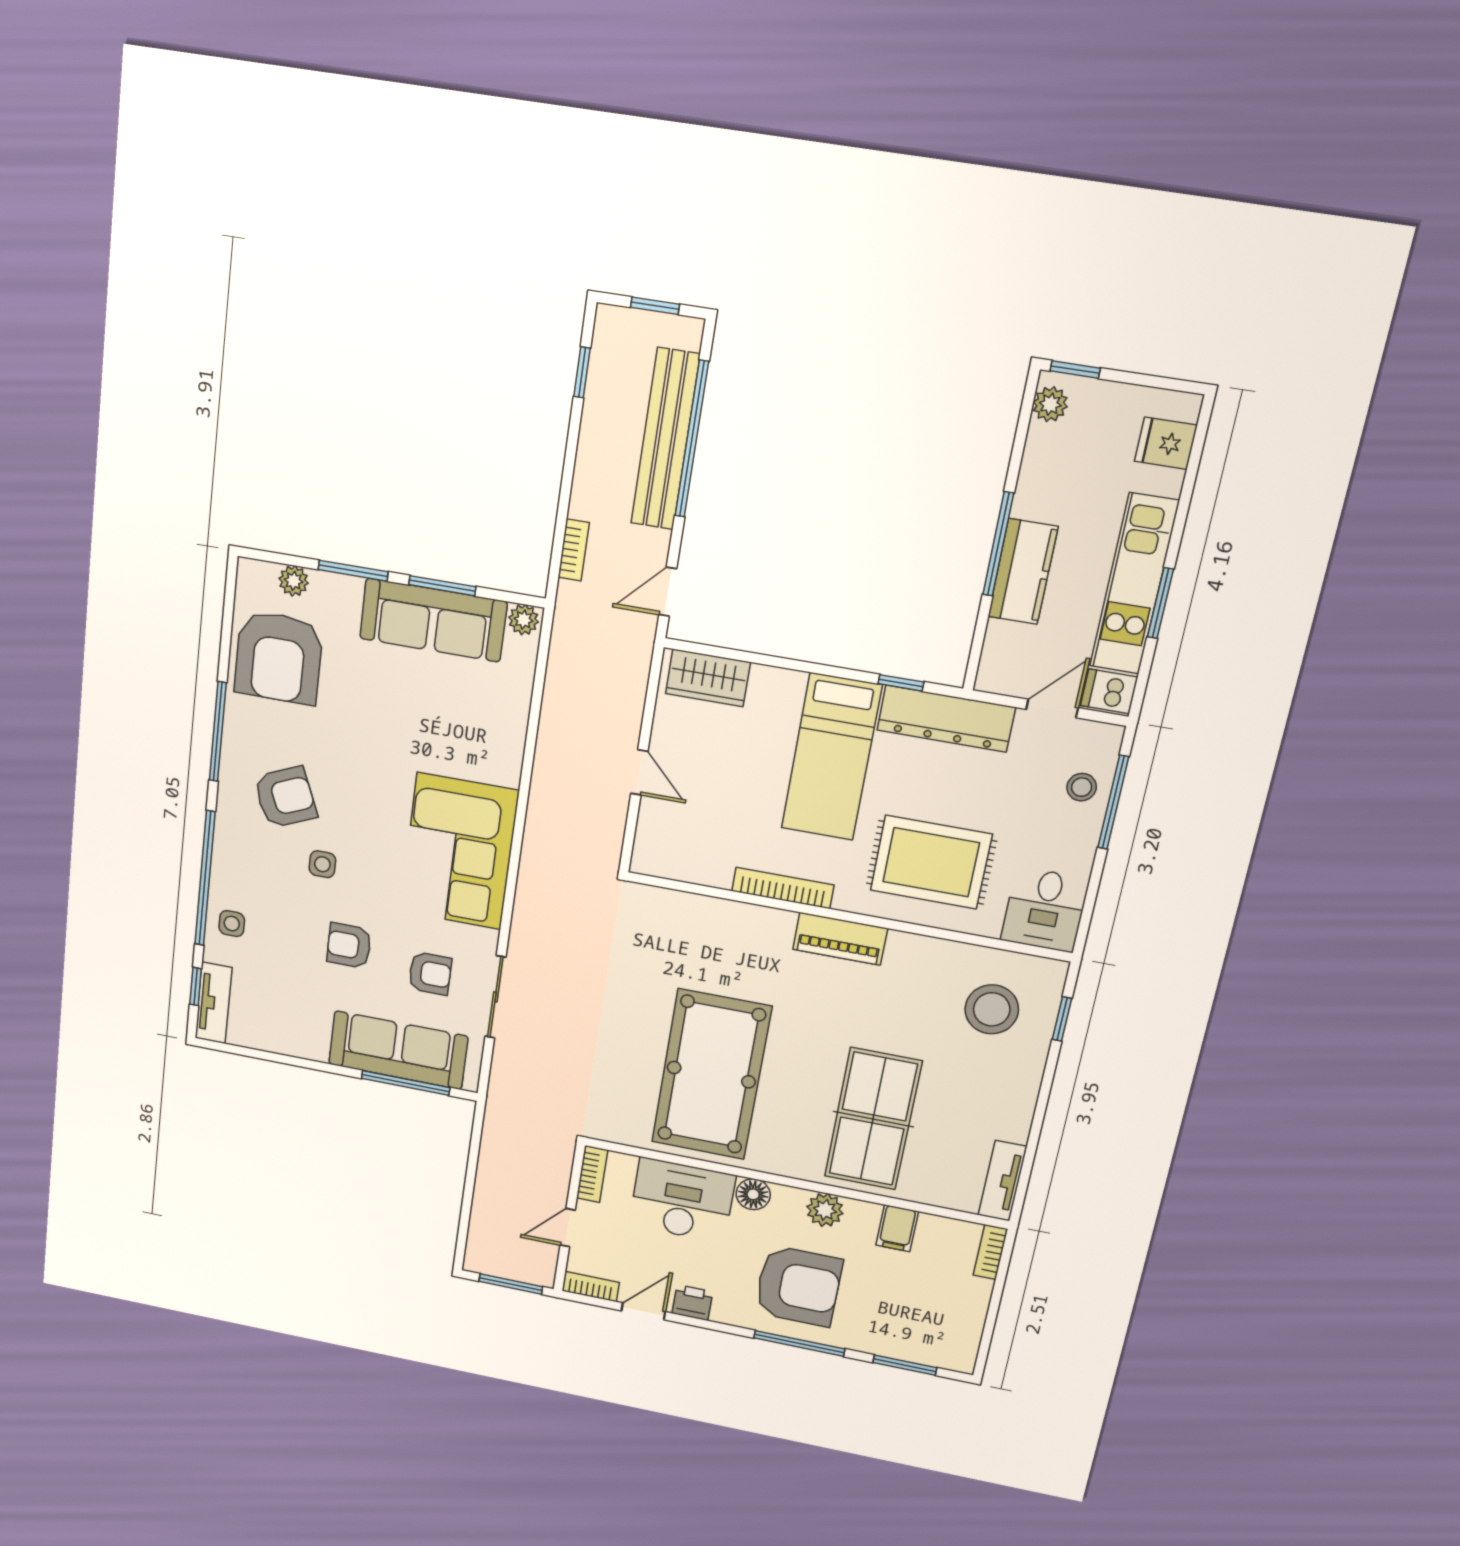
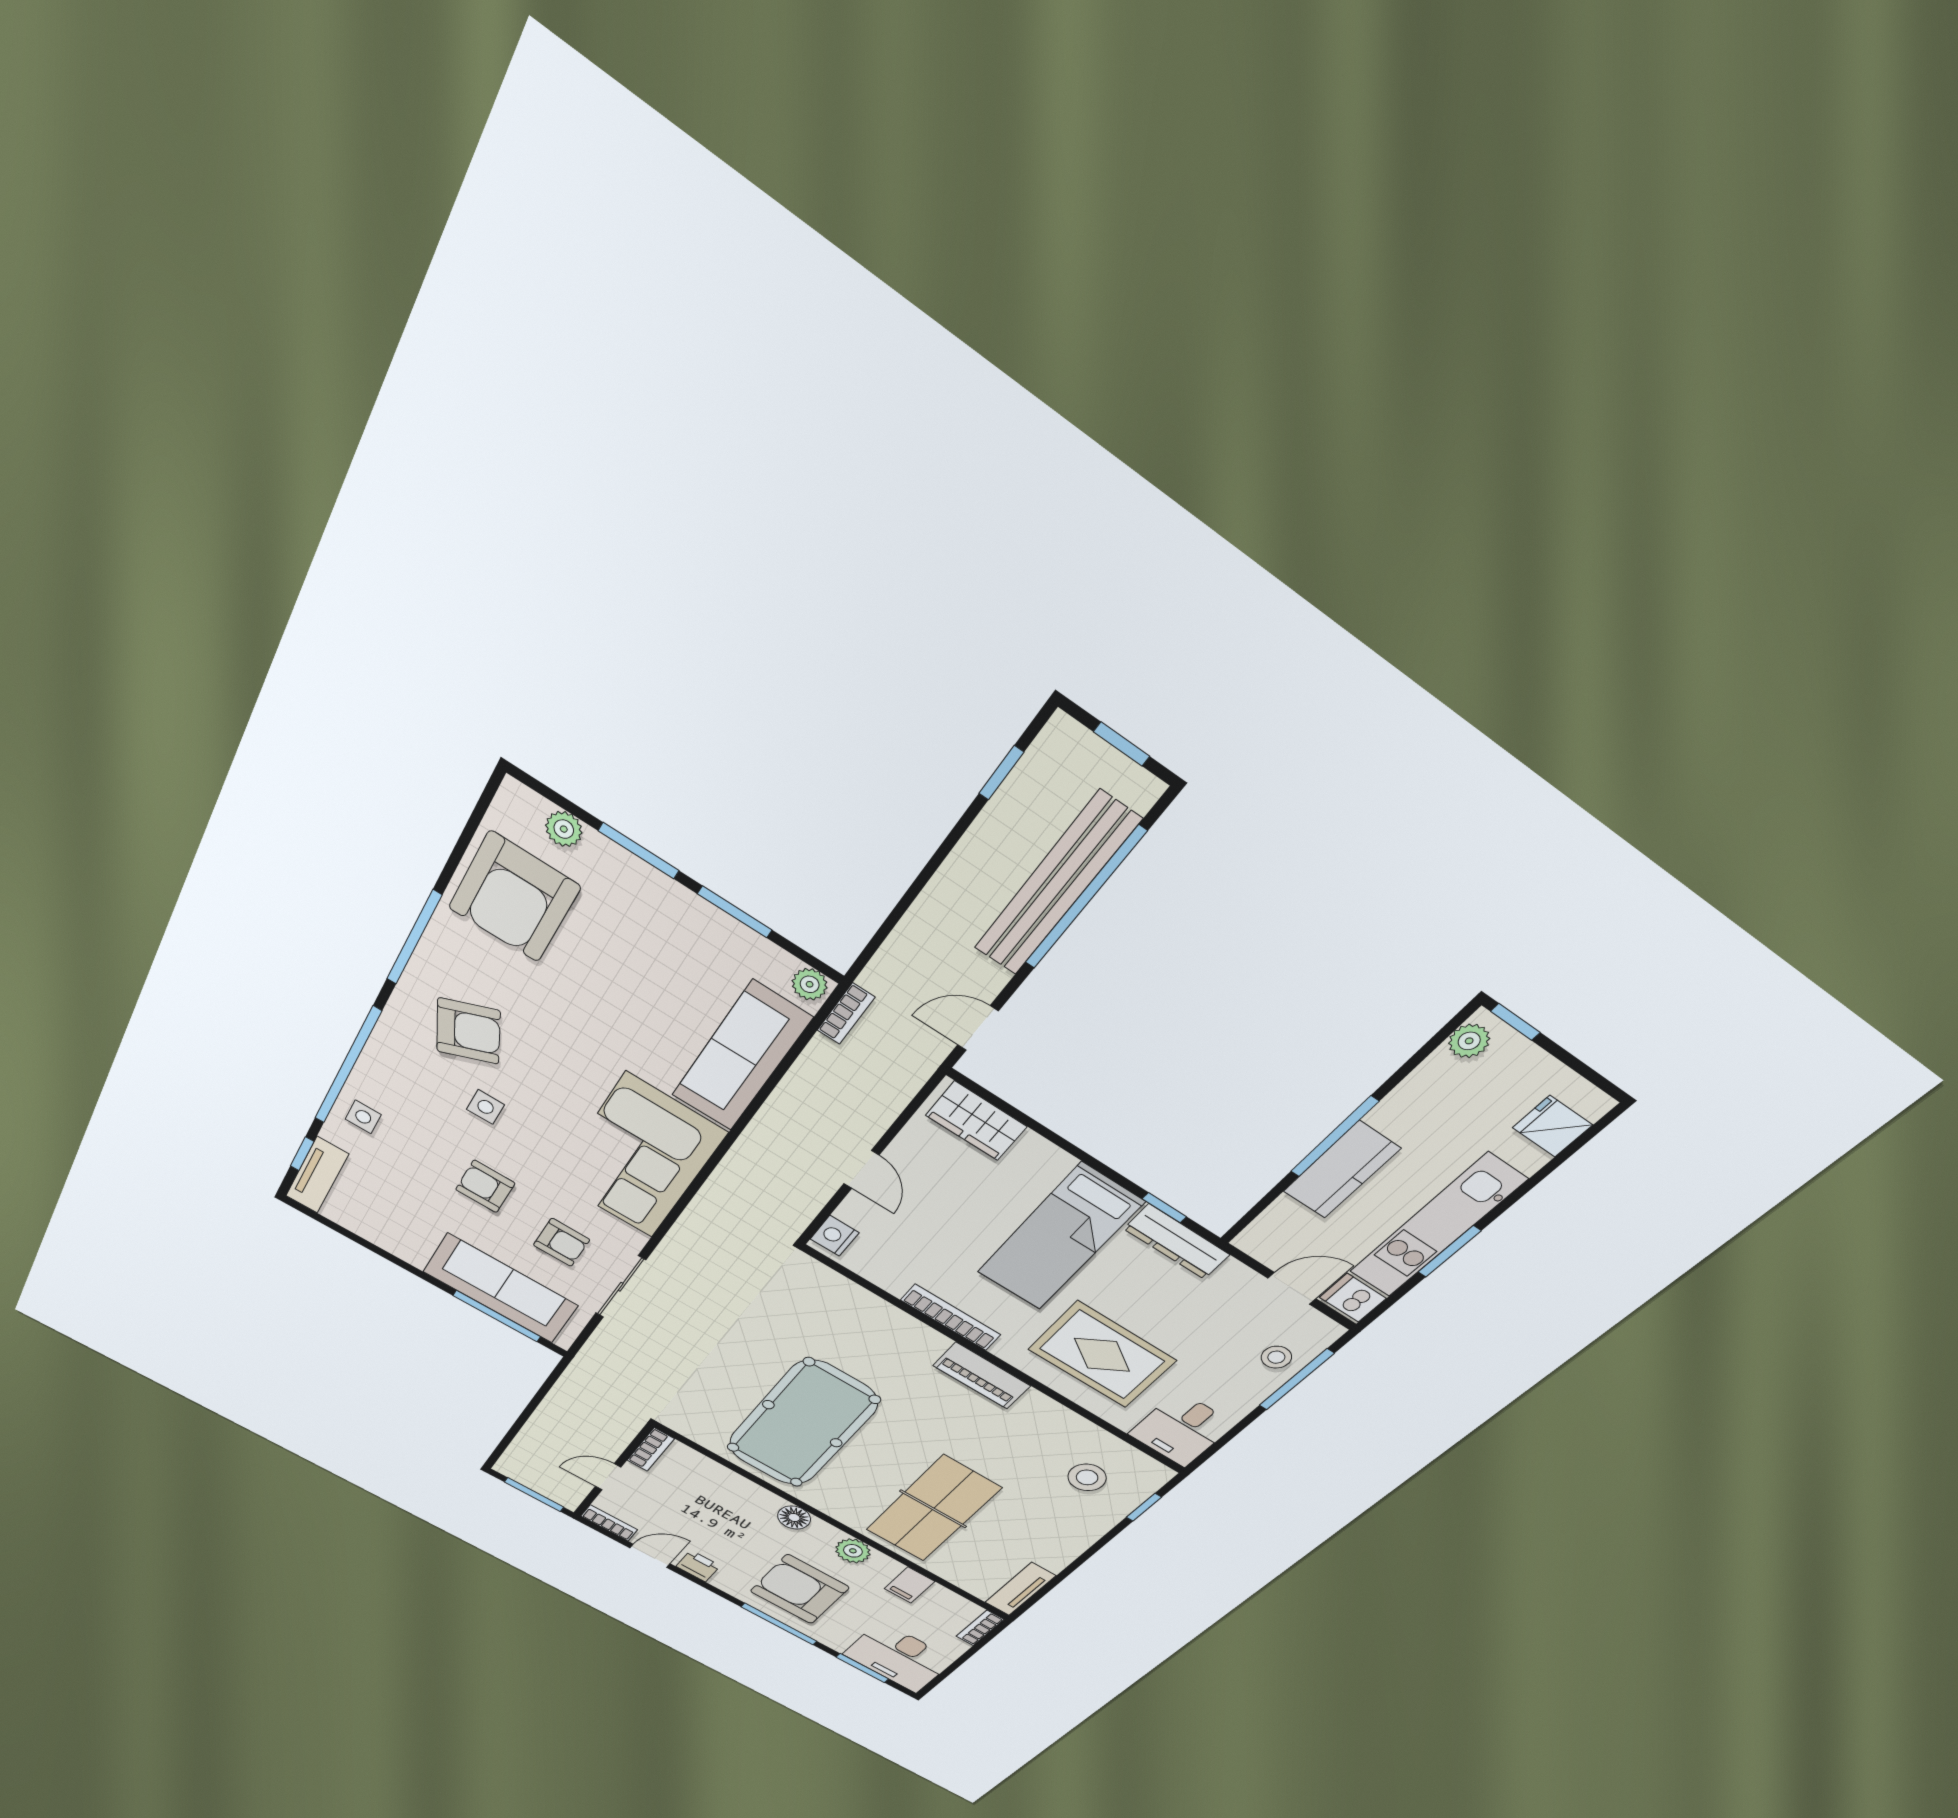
bookcase: (574, 550) -> (846, 1014), moved
sofa: (433, 620) -> (741, 1057), moved, turned 90
dresser: (946, 719) -> (1177, 1242), width x0.73, depth x0.80
nightstand: (648, 851) -> (835, 1236), added
stool: (992, 1009) -> (1087, 1477), width x0.73, depth x0.73
desk: (682, 1200) -> (899, 1657), moved, turned 180
armchair: (798, 1286) -> (800, 1589), turned 180

